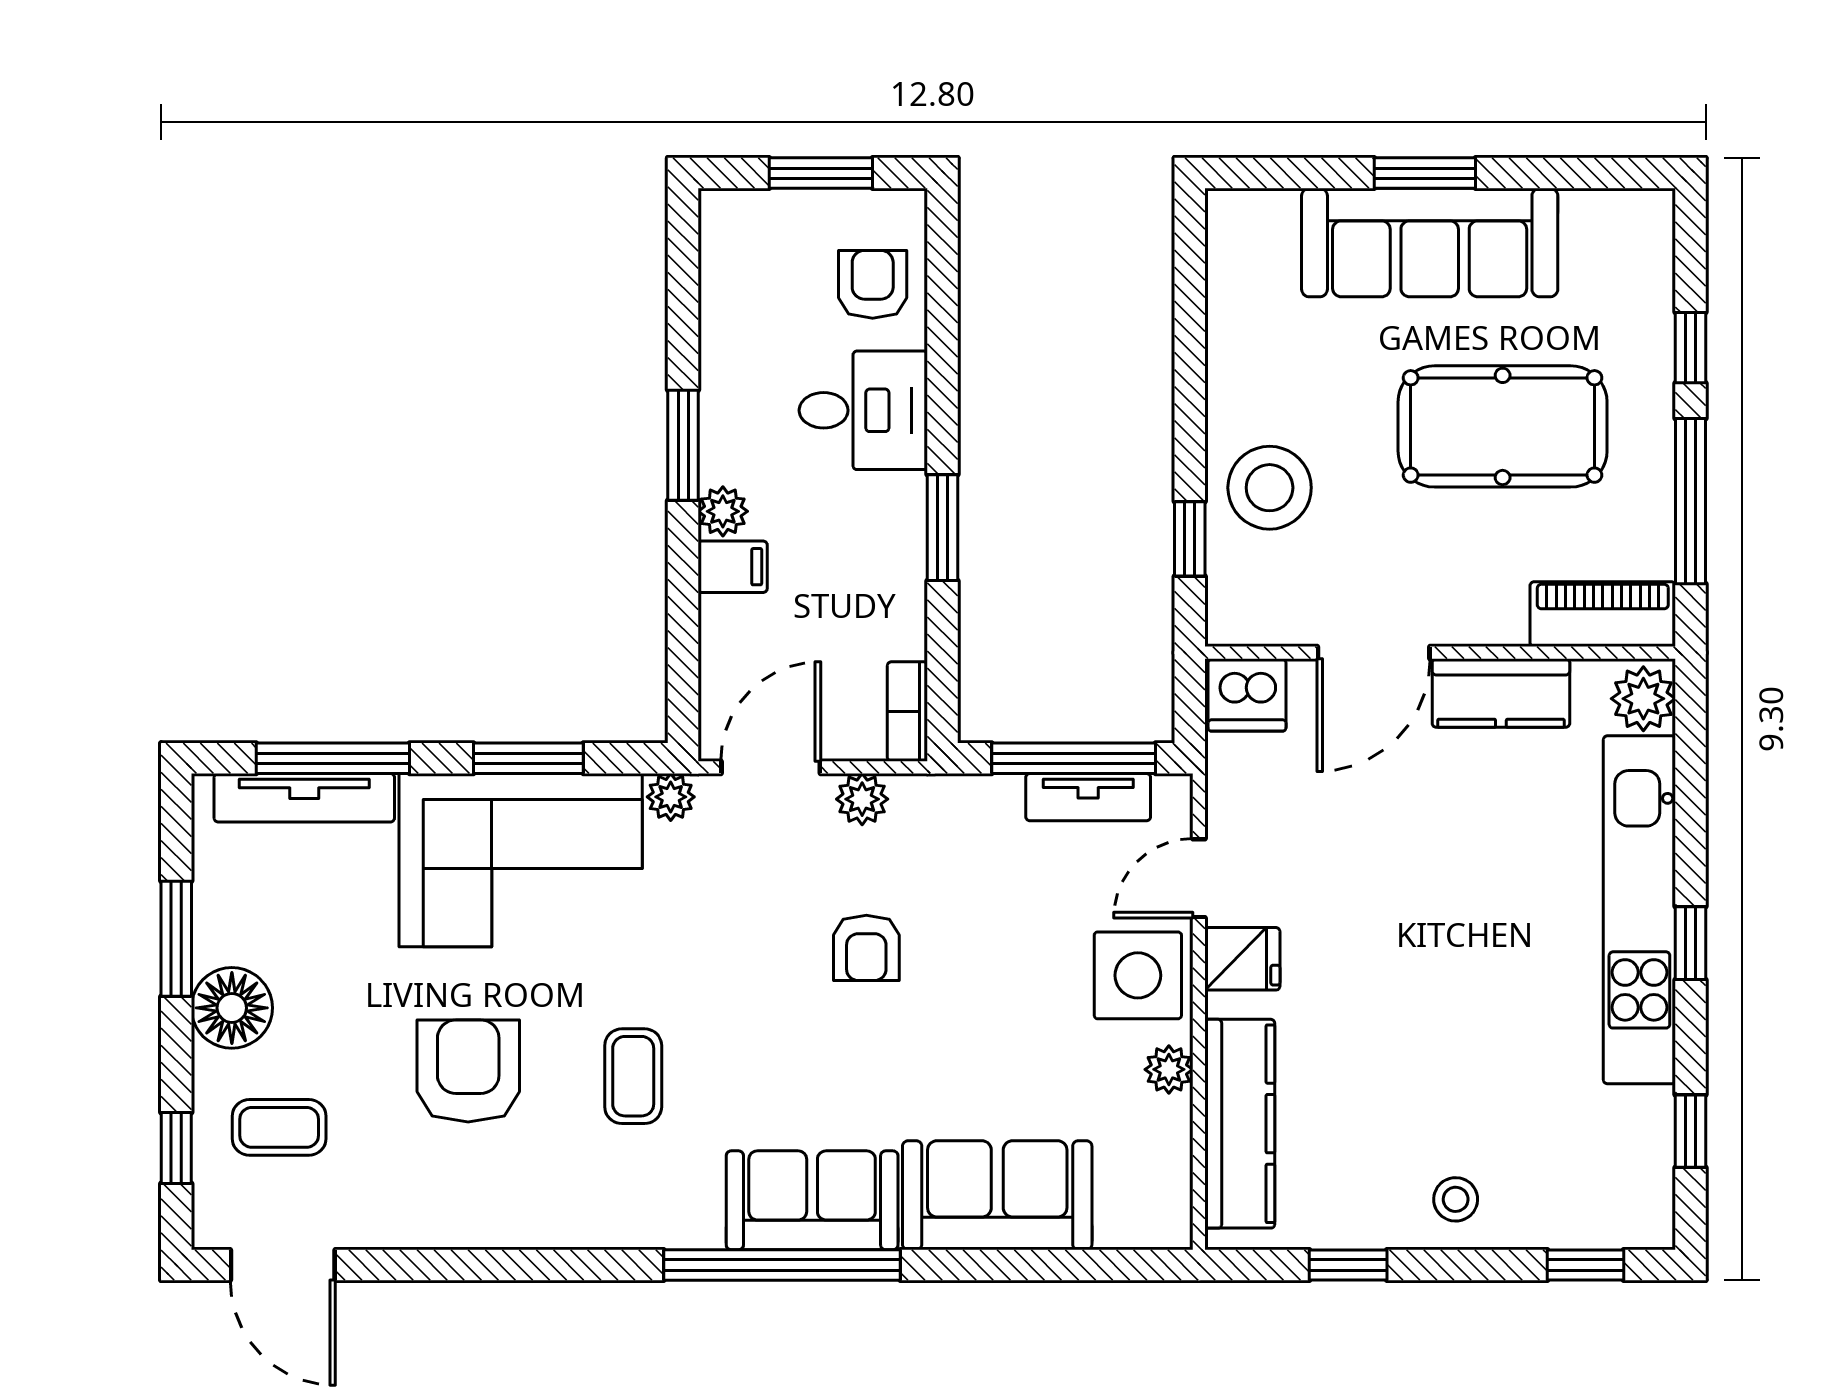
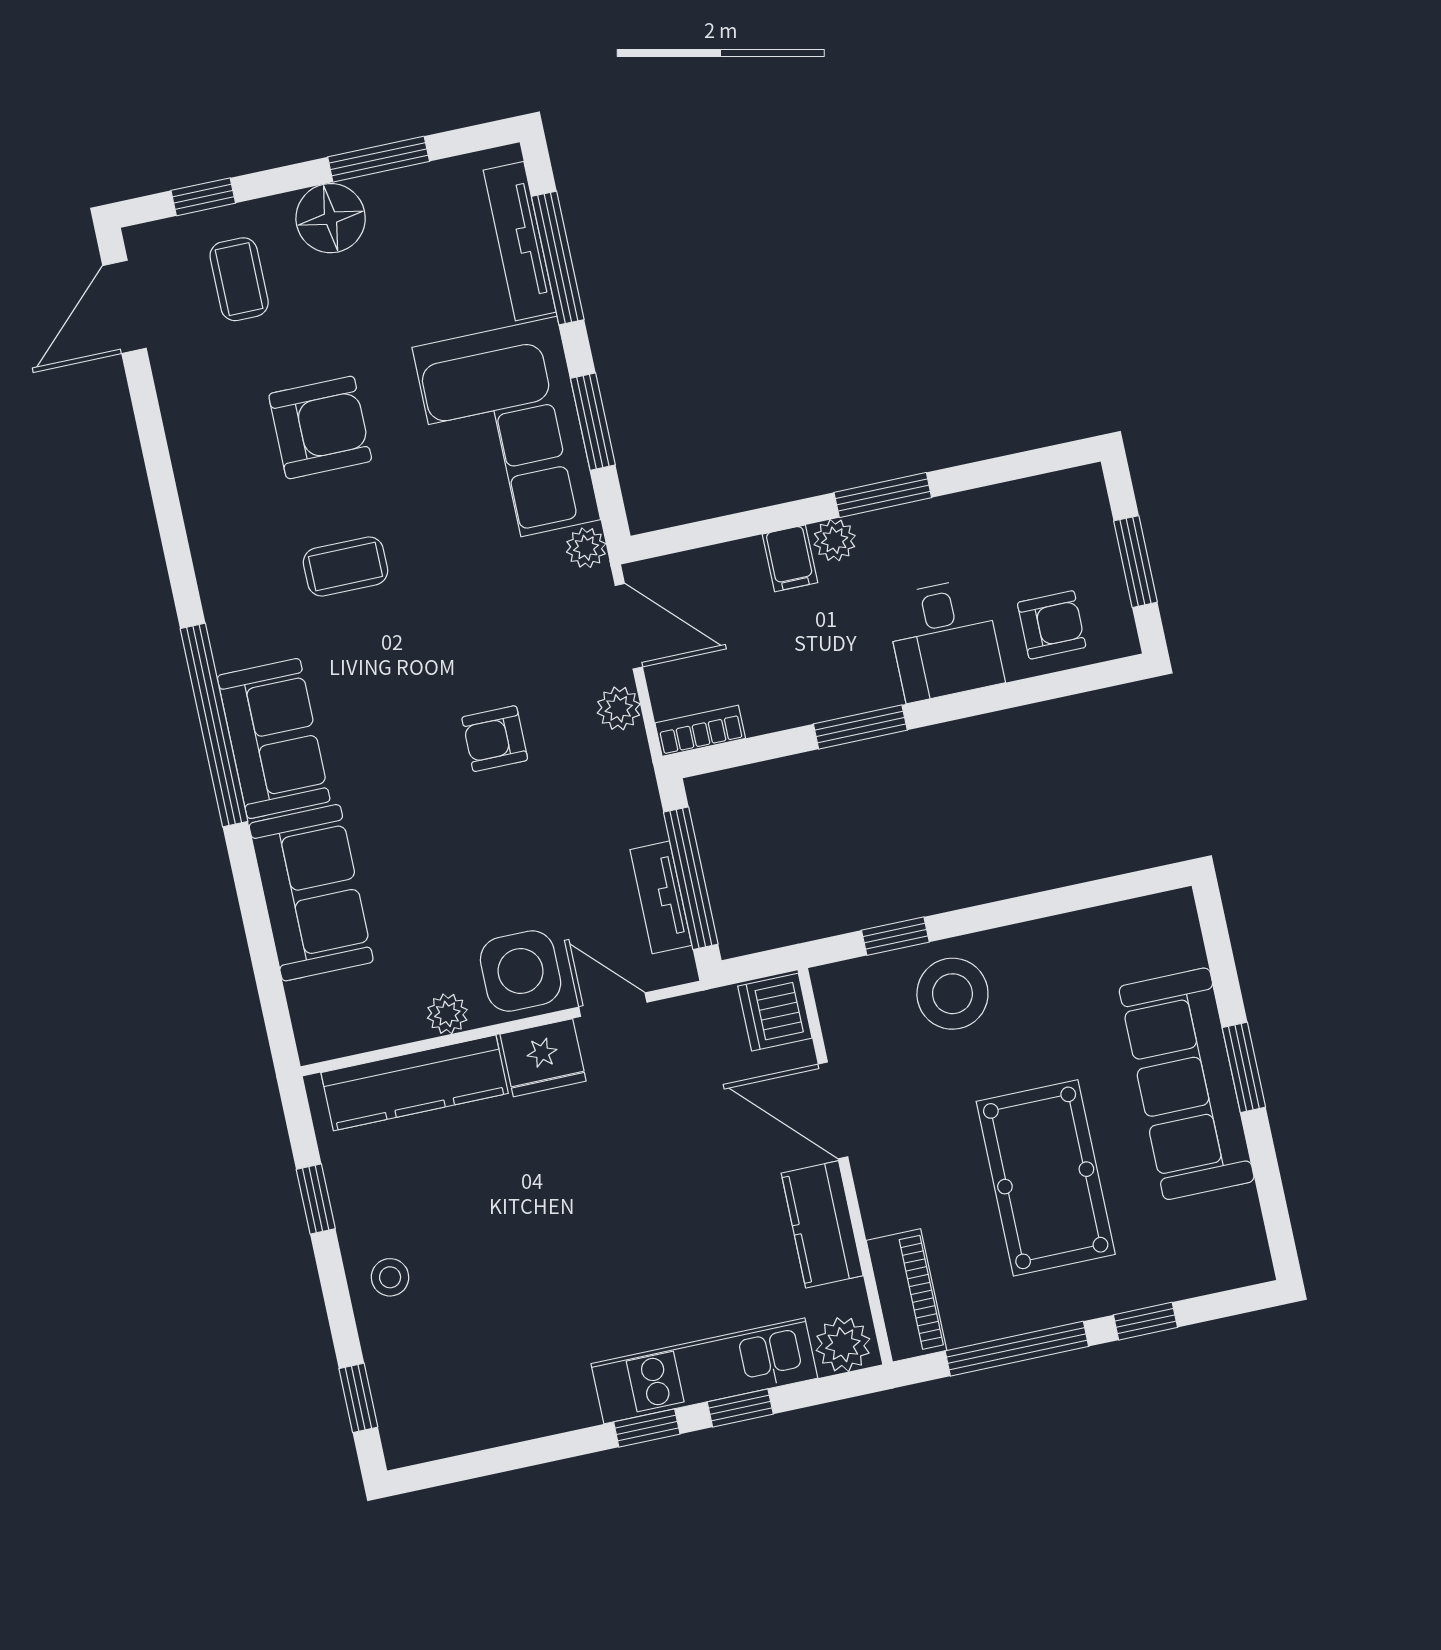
kitchen unit: (1639, 910) -> (704, 1371), width x0.73
fridge: (1242, 959) -> (543, 1058), width x1.38
window: (1691, 1131) -> (740, 1408), moved

